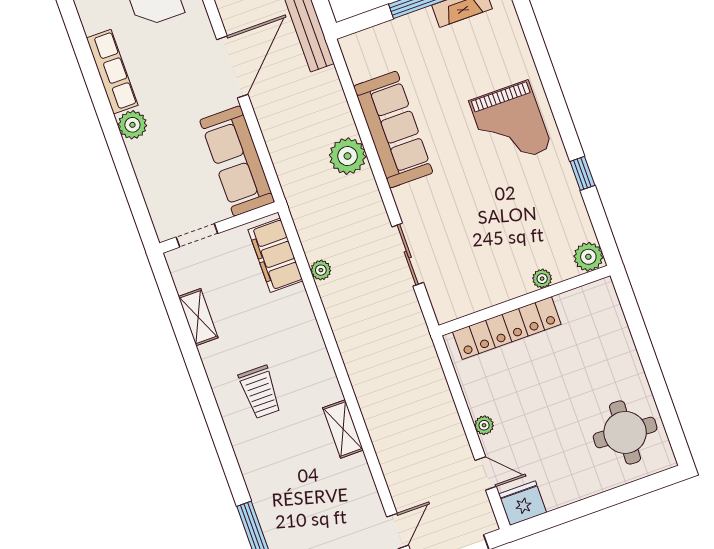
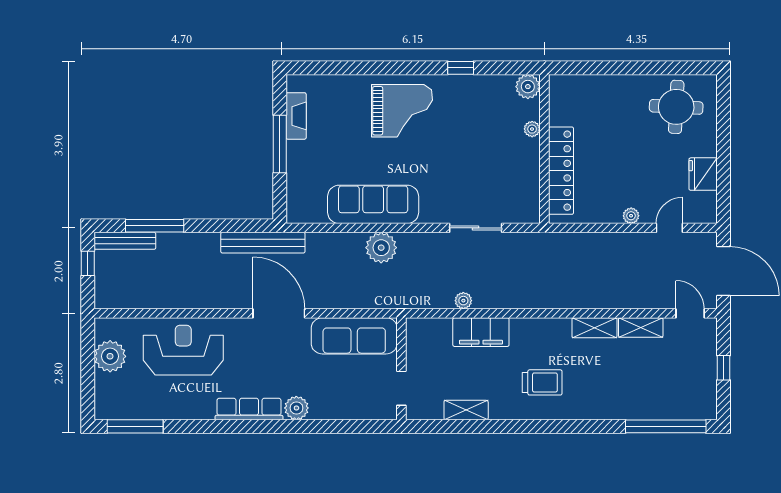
filing cabinet: (275, 255) -> (481, 332), moved
shelving: (362, 481) -> (641, 328), added
fridge: (522, 503) -> (703, 174), moved

